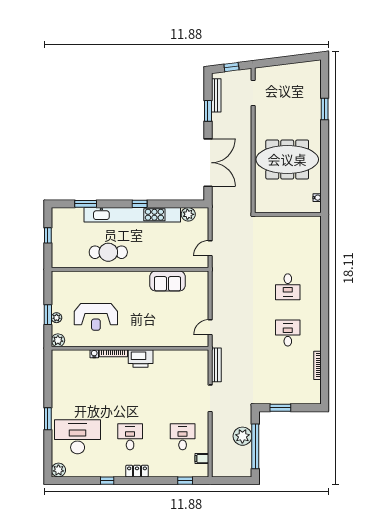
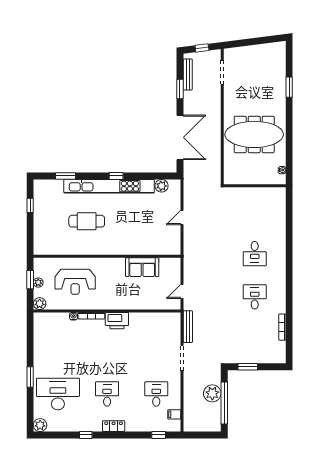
wall: (130, 269) -> (107, 256), moved
sofa: (168, 281) -> (142, 267), moved

